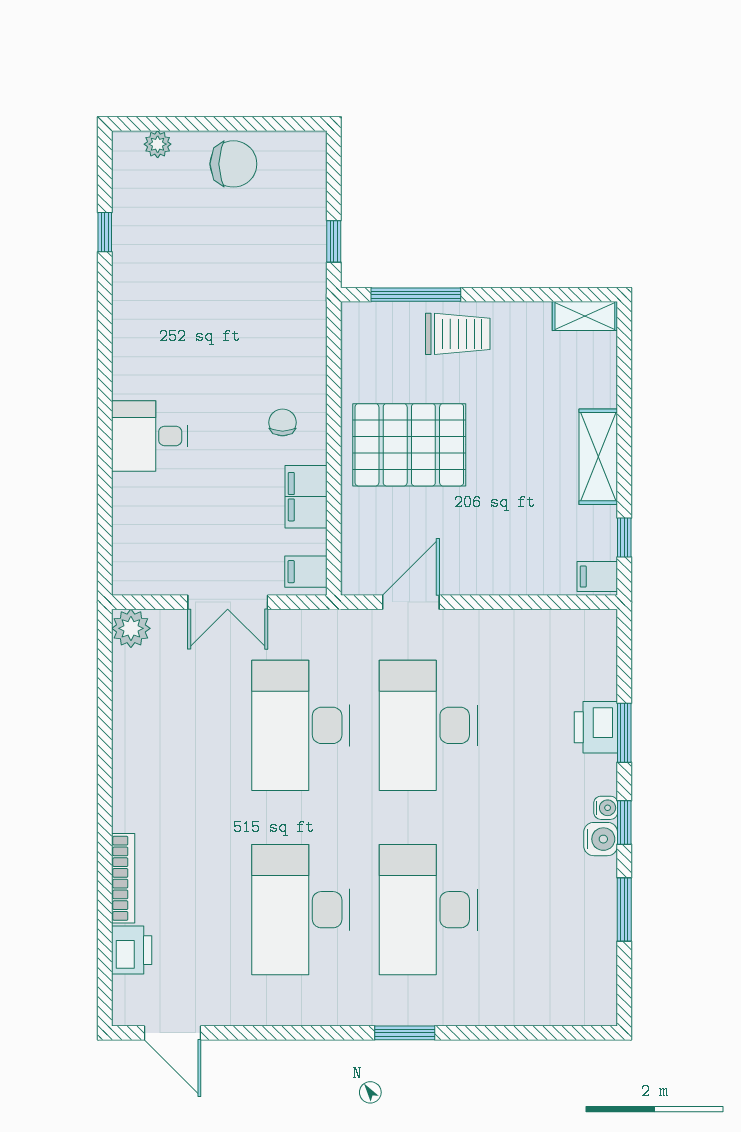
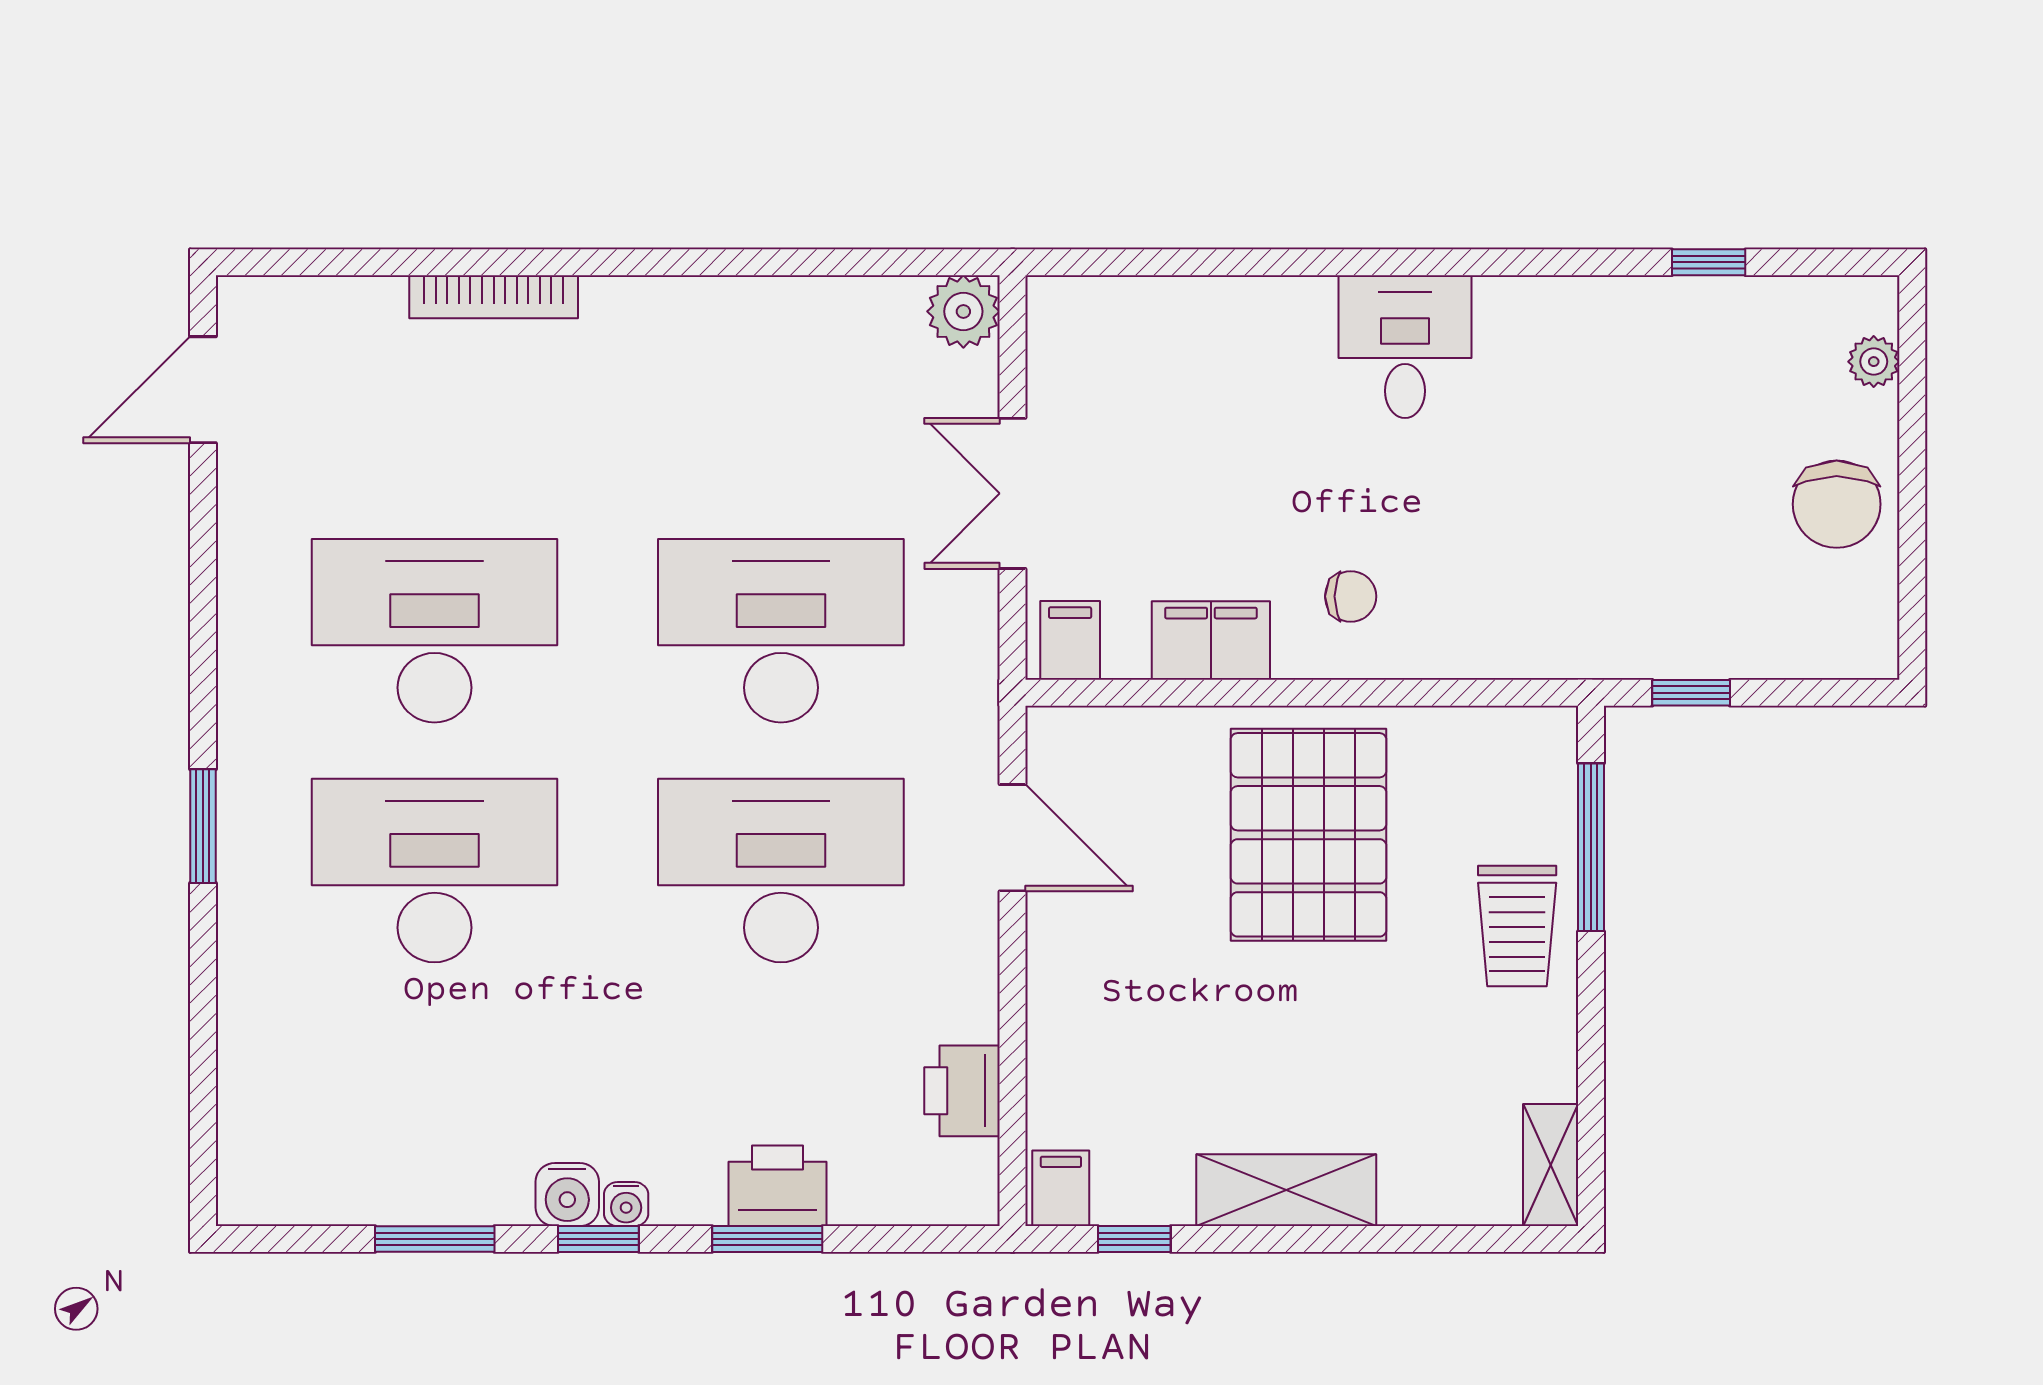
desk: (150, 436) -> (1405, 347), moved
printer: (132, 950) -> (962, 1091), moved, turned 90

